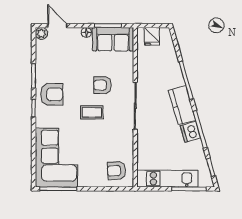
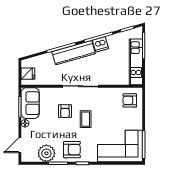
plant: (41, 33) -> (46, 153), moved, width x1.88, depth x1.88
armchair: (52, 94) -> (72, 150), turned 90
kitchen counter: (182, 105) -> (74, 53), width x1.50
armchair: (117, 171) -> (130, 100), turned 94

